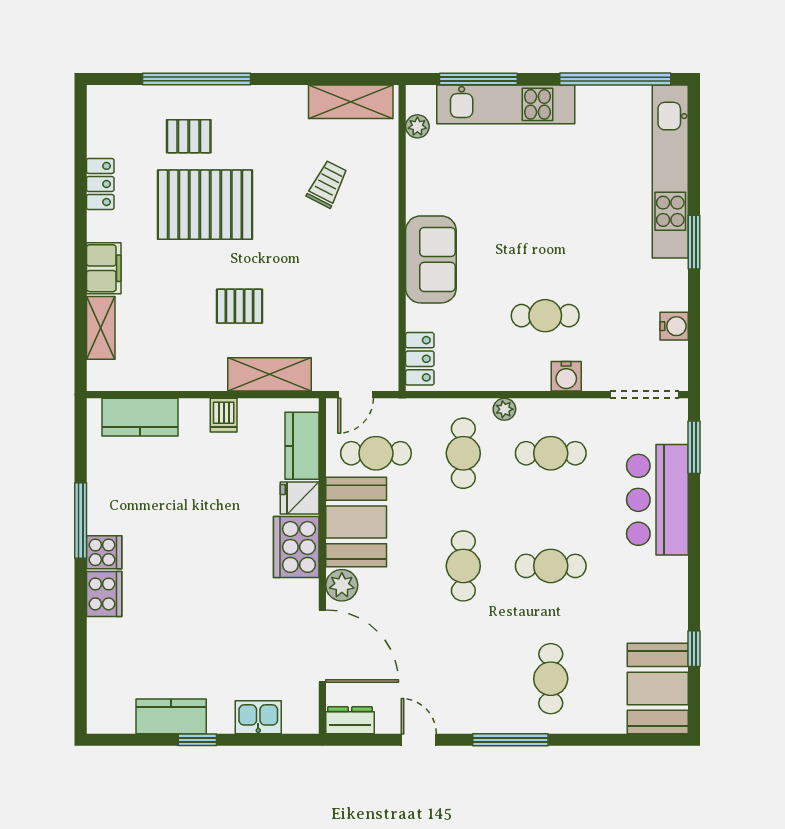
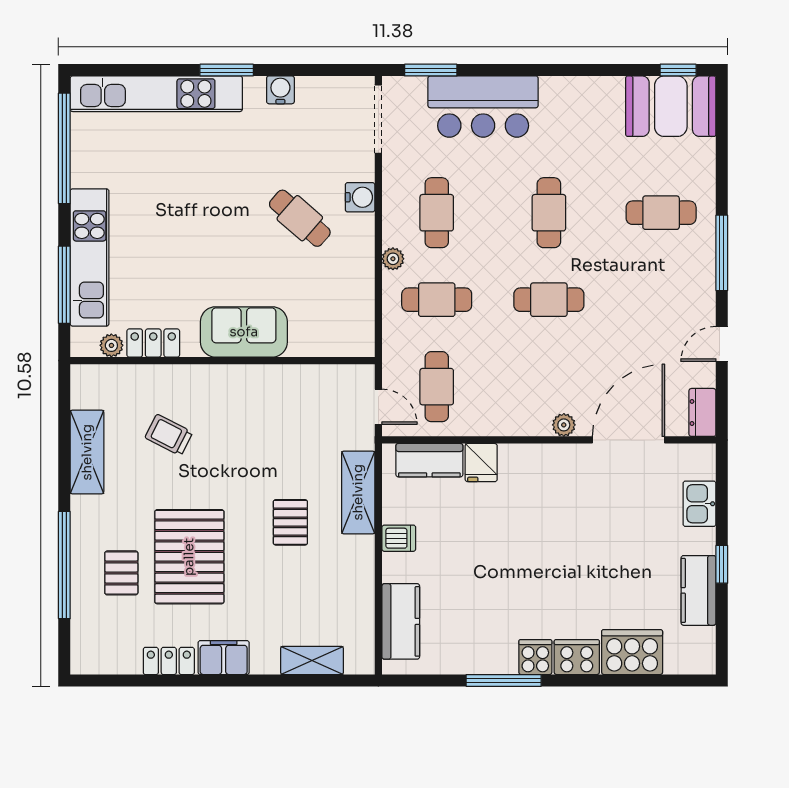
shelving: (351, 102) -> (87, 452), moved
filing cabinet: (104, 268) -> (224, 658), moved
cafe table: (545, 316) -> (300, 218), turned -49
water cooler: (674, 326) -> (280, 90), moved
locker: (420, 359) -> (153, 343), moved
booth: (356, 522) -> (505, 406), removed
cooker: (296, 547) -> (632, 652), moved, turned 180
plant: (342, 585) -> (564, 425), width x0.73, depth x0.73
window: (694, 649) -> (678, 70), moved

